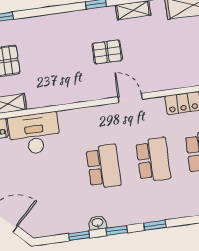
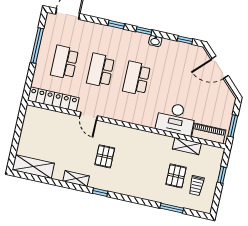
pallet: (107, 52) -> (105, 156), turned 90
door: (130, 98) -> (89, 116), moved
window: (79, 236) -> (185, 40), moved

